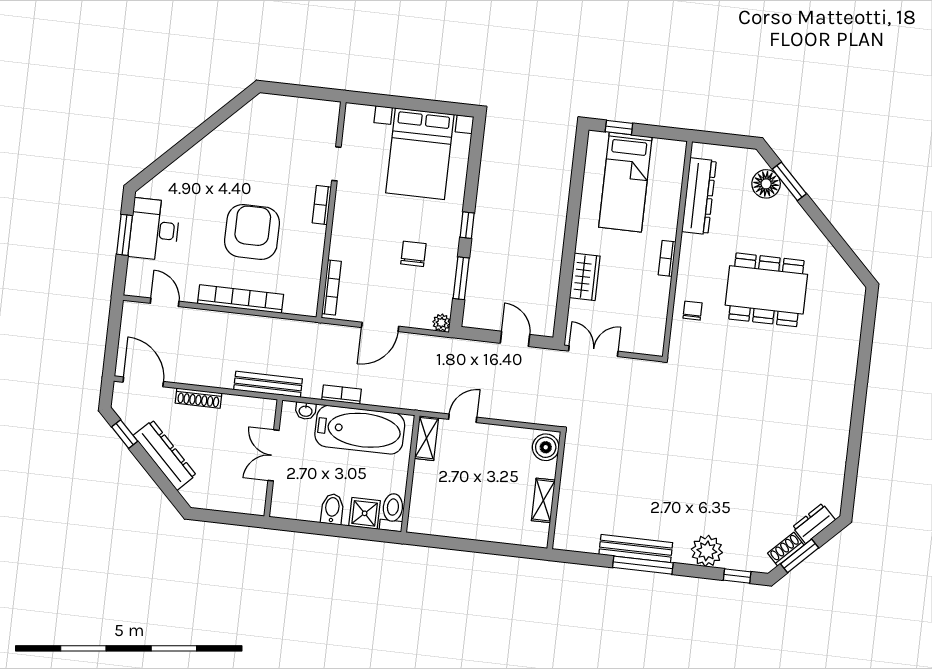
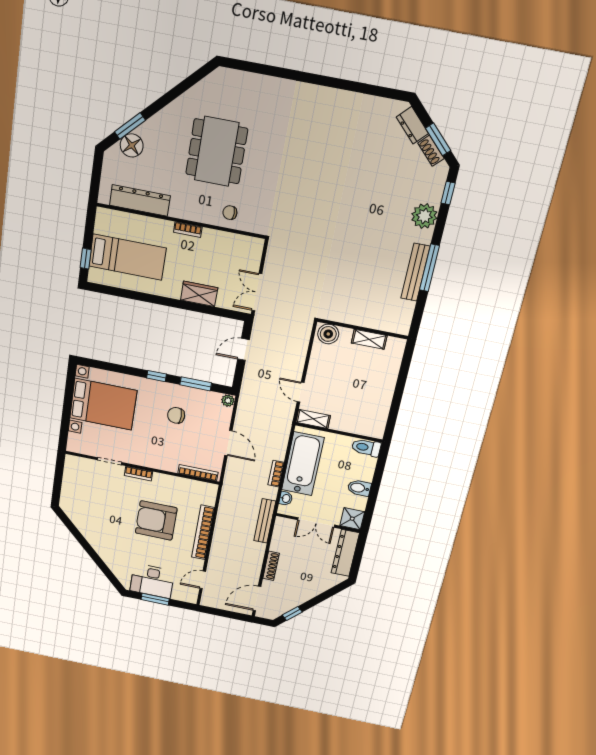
dresser: (165, 455) -> (345, 553), moved, turned -45
shower: (365, 513) -> (352, 519), moved

